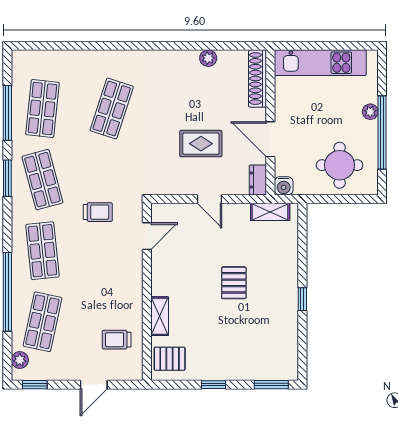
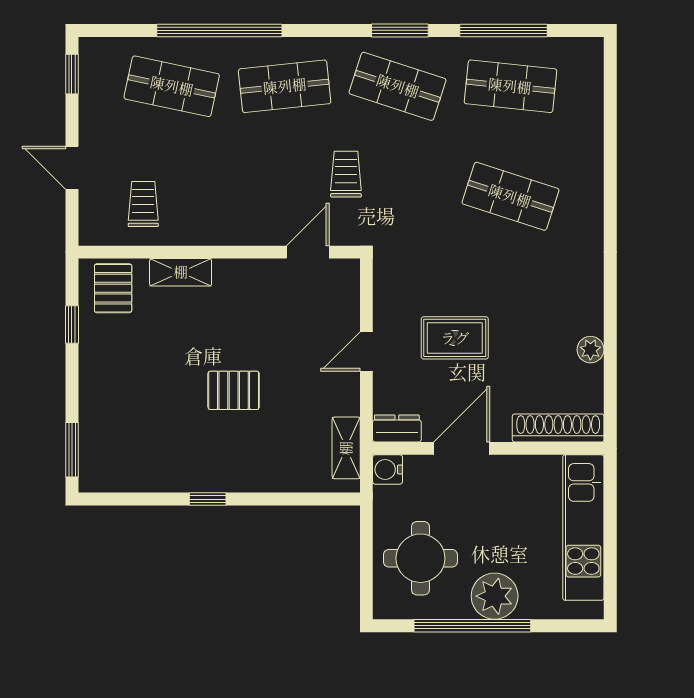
plant: (370, 112) -> (495, 596), width x1.87, depth x1.87
rug: (201, 144) -> (455, 338), turned 90
shop shelf: (42, 180) -> (398, 86), turned 33
trolley: (98, 212) -> (346, 174), turned 180
door: (147, 236) -> (308, 252), swing flipped
plant: (20, 360) -> (111, 50), removed
window: (214, 385) -> (72, 324), moved

